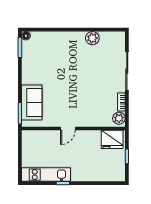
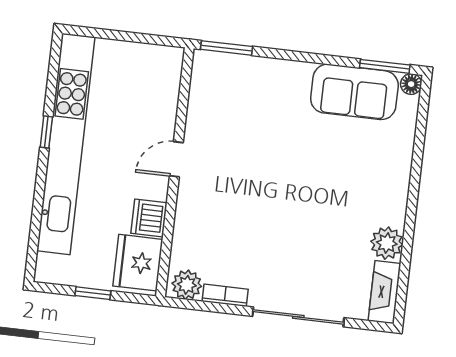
fireplace: (113, 37) -> (384, 292), added
sofa: (32, 102) -> (354, 92), moved
door: (68, 128) -> (176, 159), hinge flipped
dishwasher: (93, 137) -> (149, 218), added
kitchen unit: (46, 175) -> (66, 144), width x1.86

